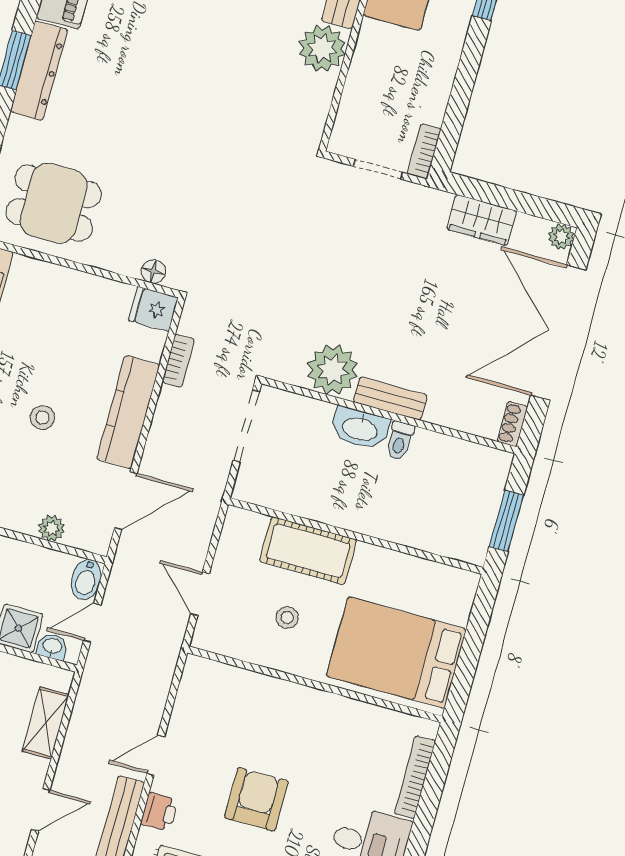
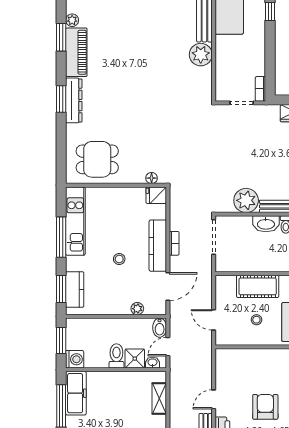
bookcase: (178, 361) -> (174, 243), moved

